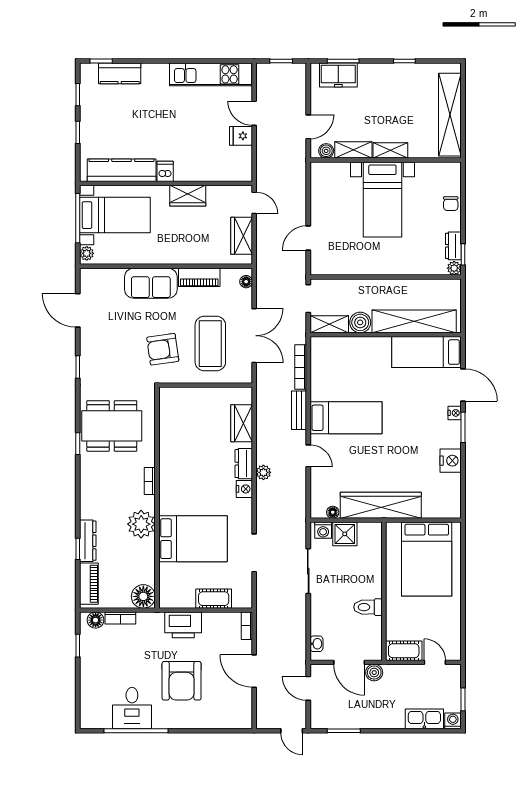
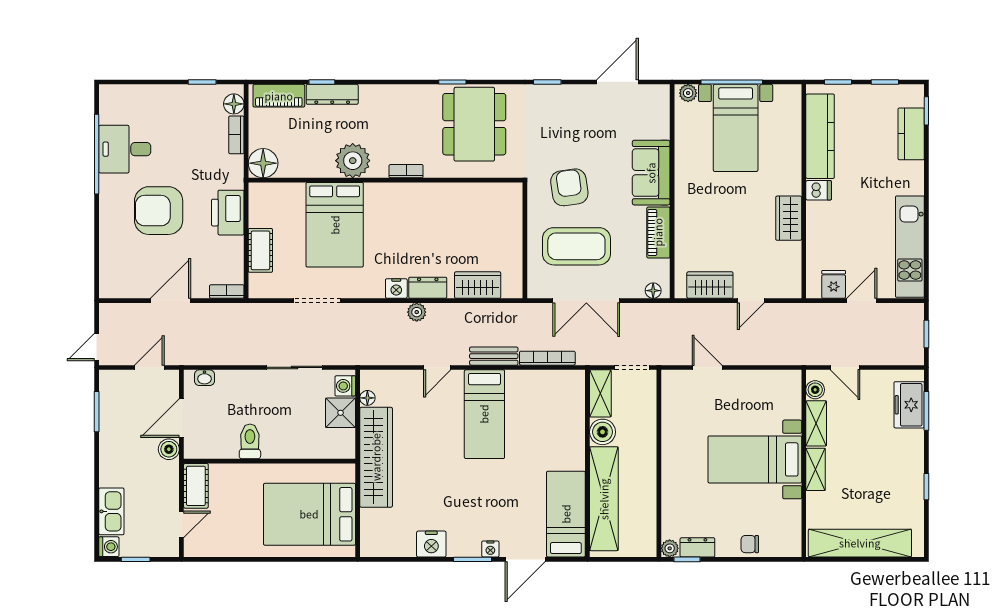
kitchen counter: (122, 170) -> (820, 136), moved
dishwasher: (165, 171) -> (819, 190), moved
wall: (166, 183) -> (804, 191), moved
wardrobe: (188, 196) -> (789, 218), moved

